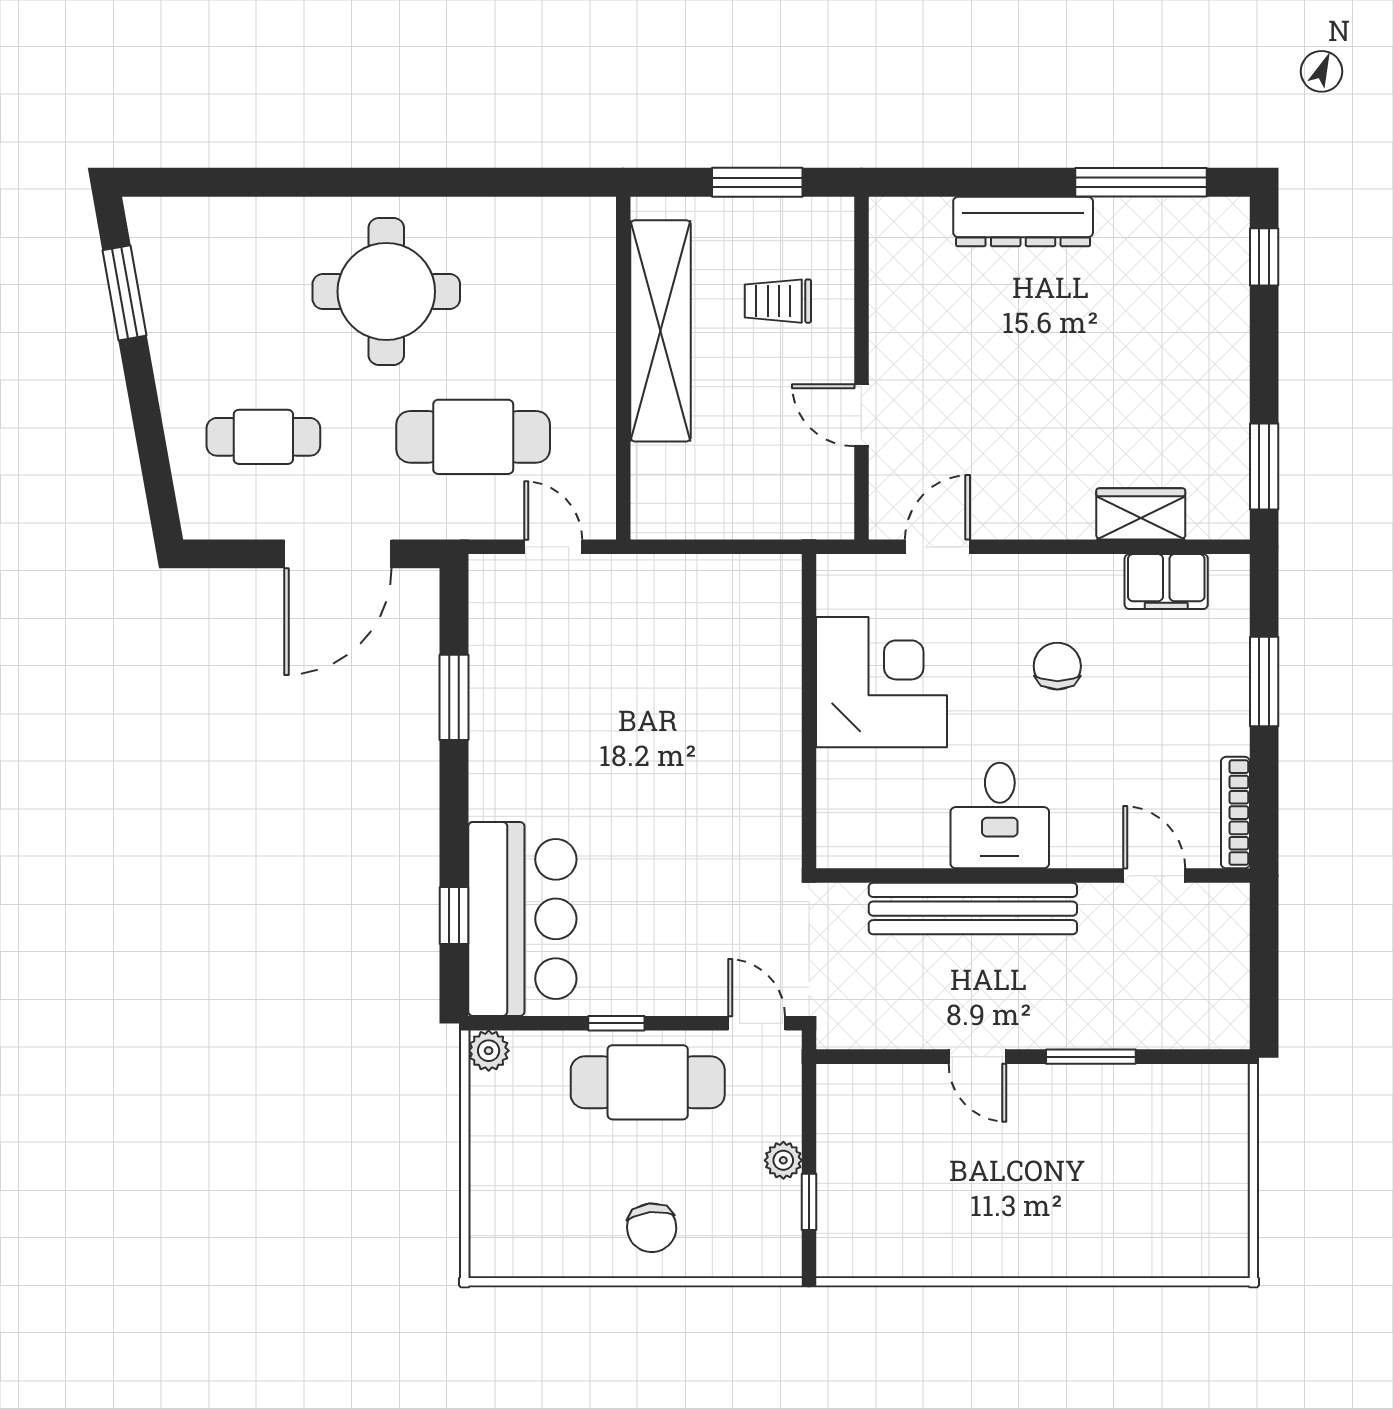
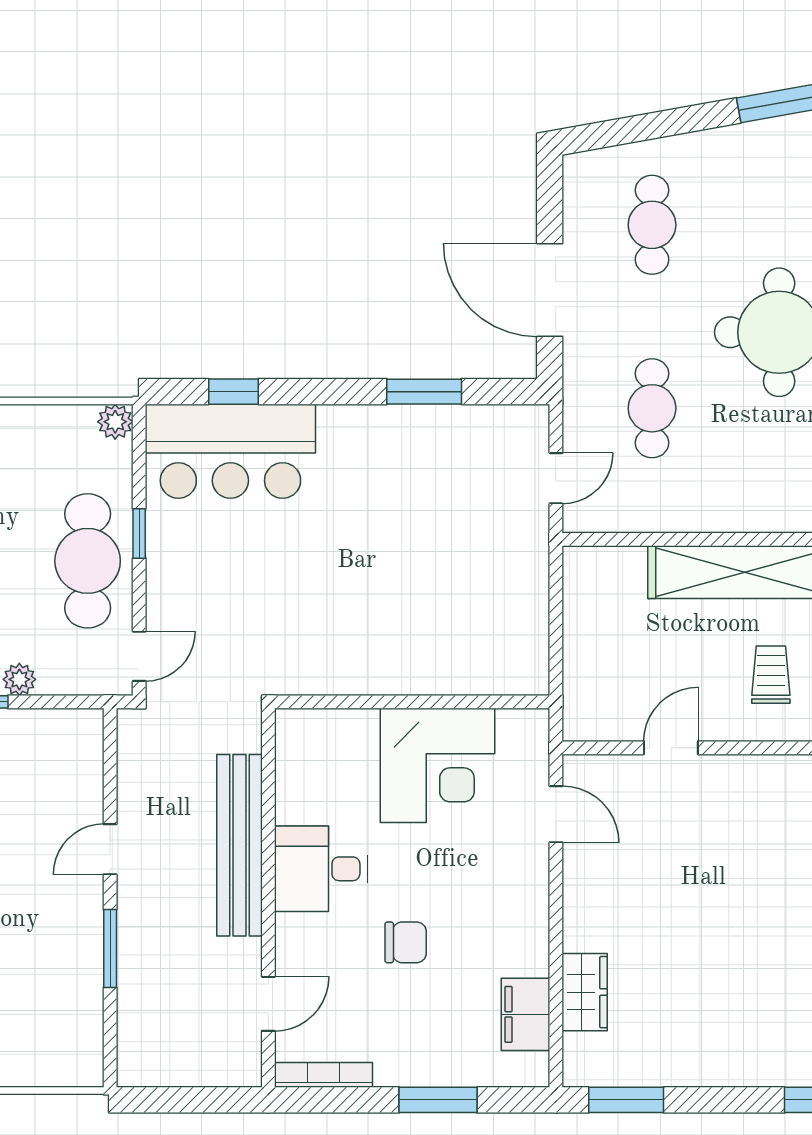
cafe table: (473, 437) -> (652, 408), width x0.73, depth x0.74
chair: (1057, 666) -> (406, 942), moved

